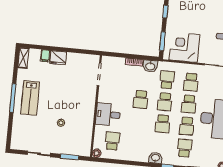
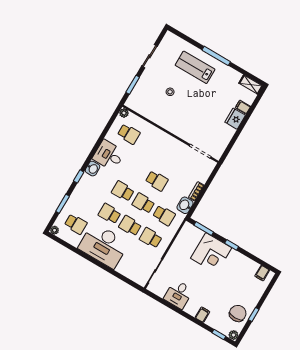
corner desk: (185, 47) -> (211, 253), moved, turned 90
lab bench: (30, 98) -> (195, 67), moved
school desk: (141, 99) -> (157, 181), turned 180
desk: (108, 114) -> (109, 155), moved, turned -90
school desk: (185, 148) -> (76, 224), moved

